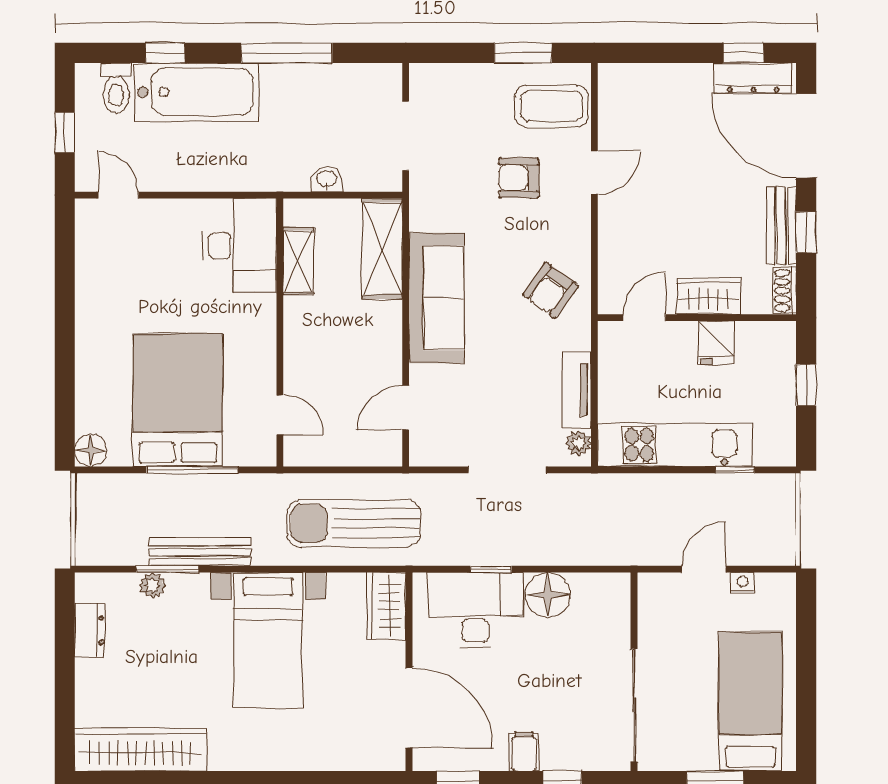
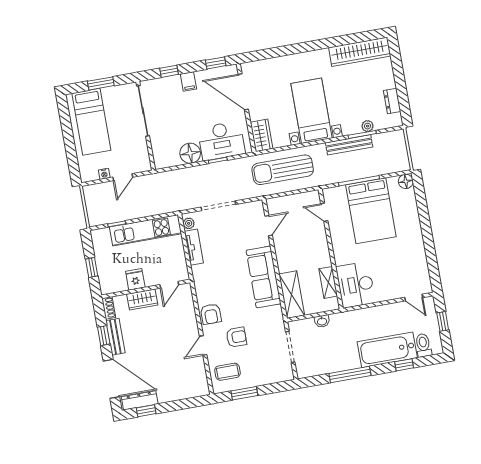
coffee table: (551, 106) -> (228, 372), width x0.73, depth x0.77
armchair: (551, 290) -> (211, 314), moved, turned 144
sun lounger: (354, 523) -> (283, 170), turned 180

